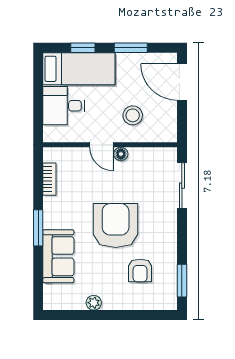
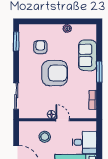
armchair: (116, 226) -> (55, 73), turned -90

